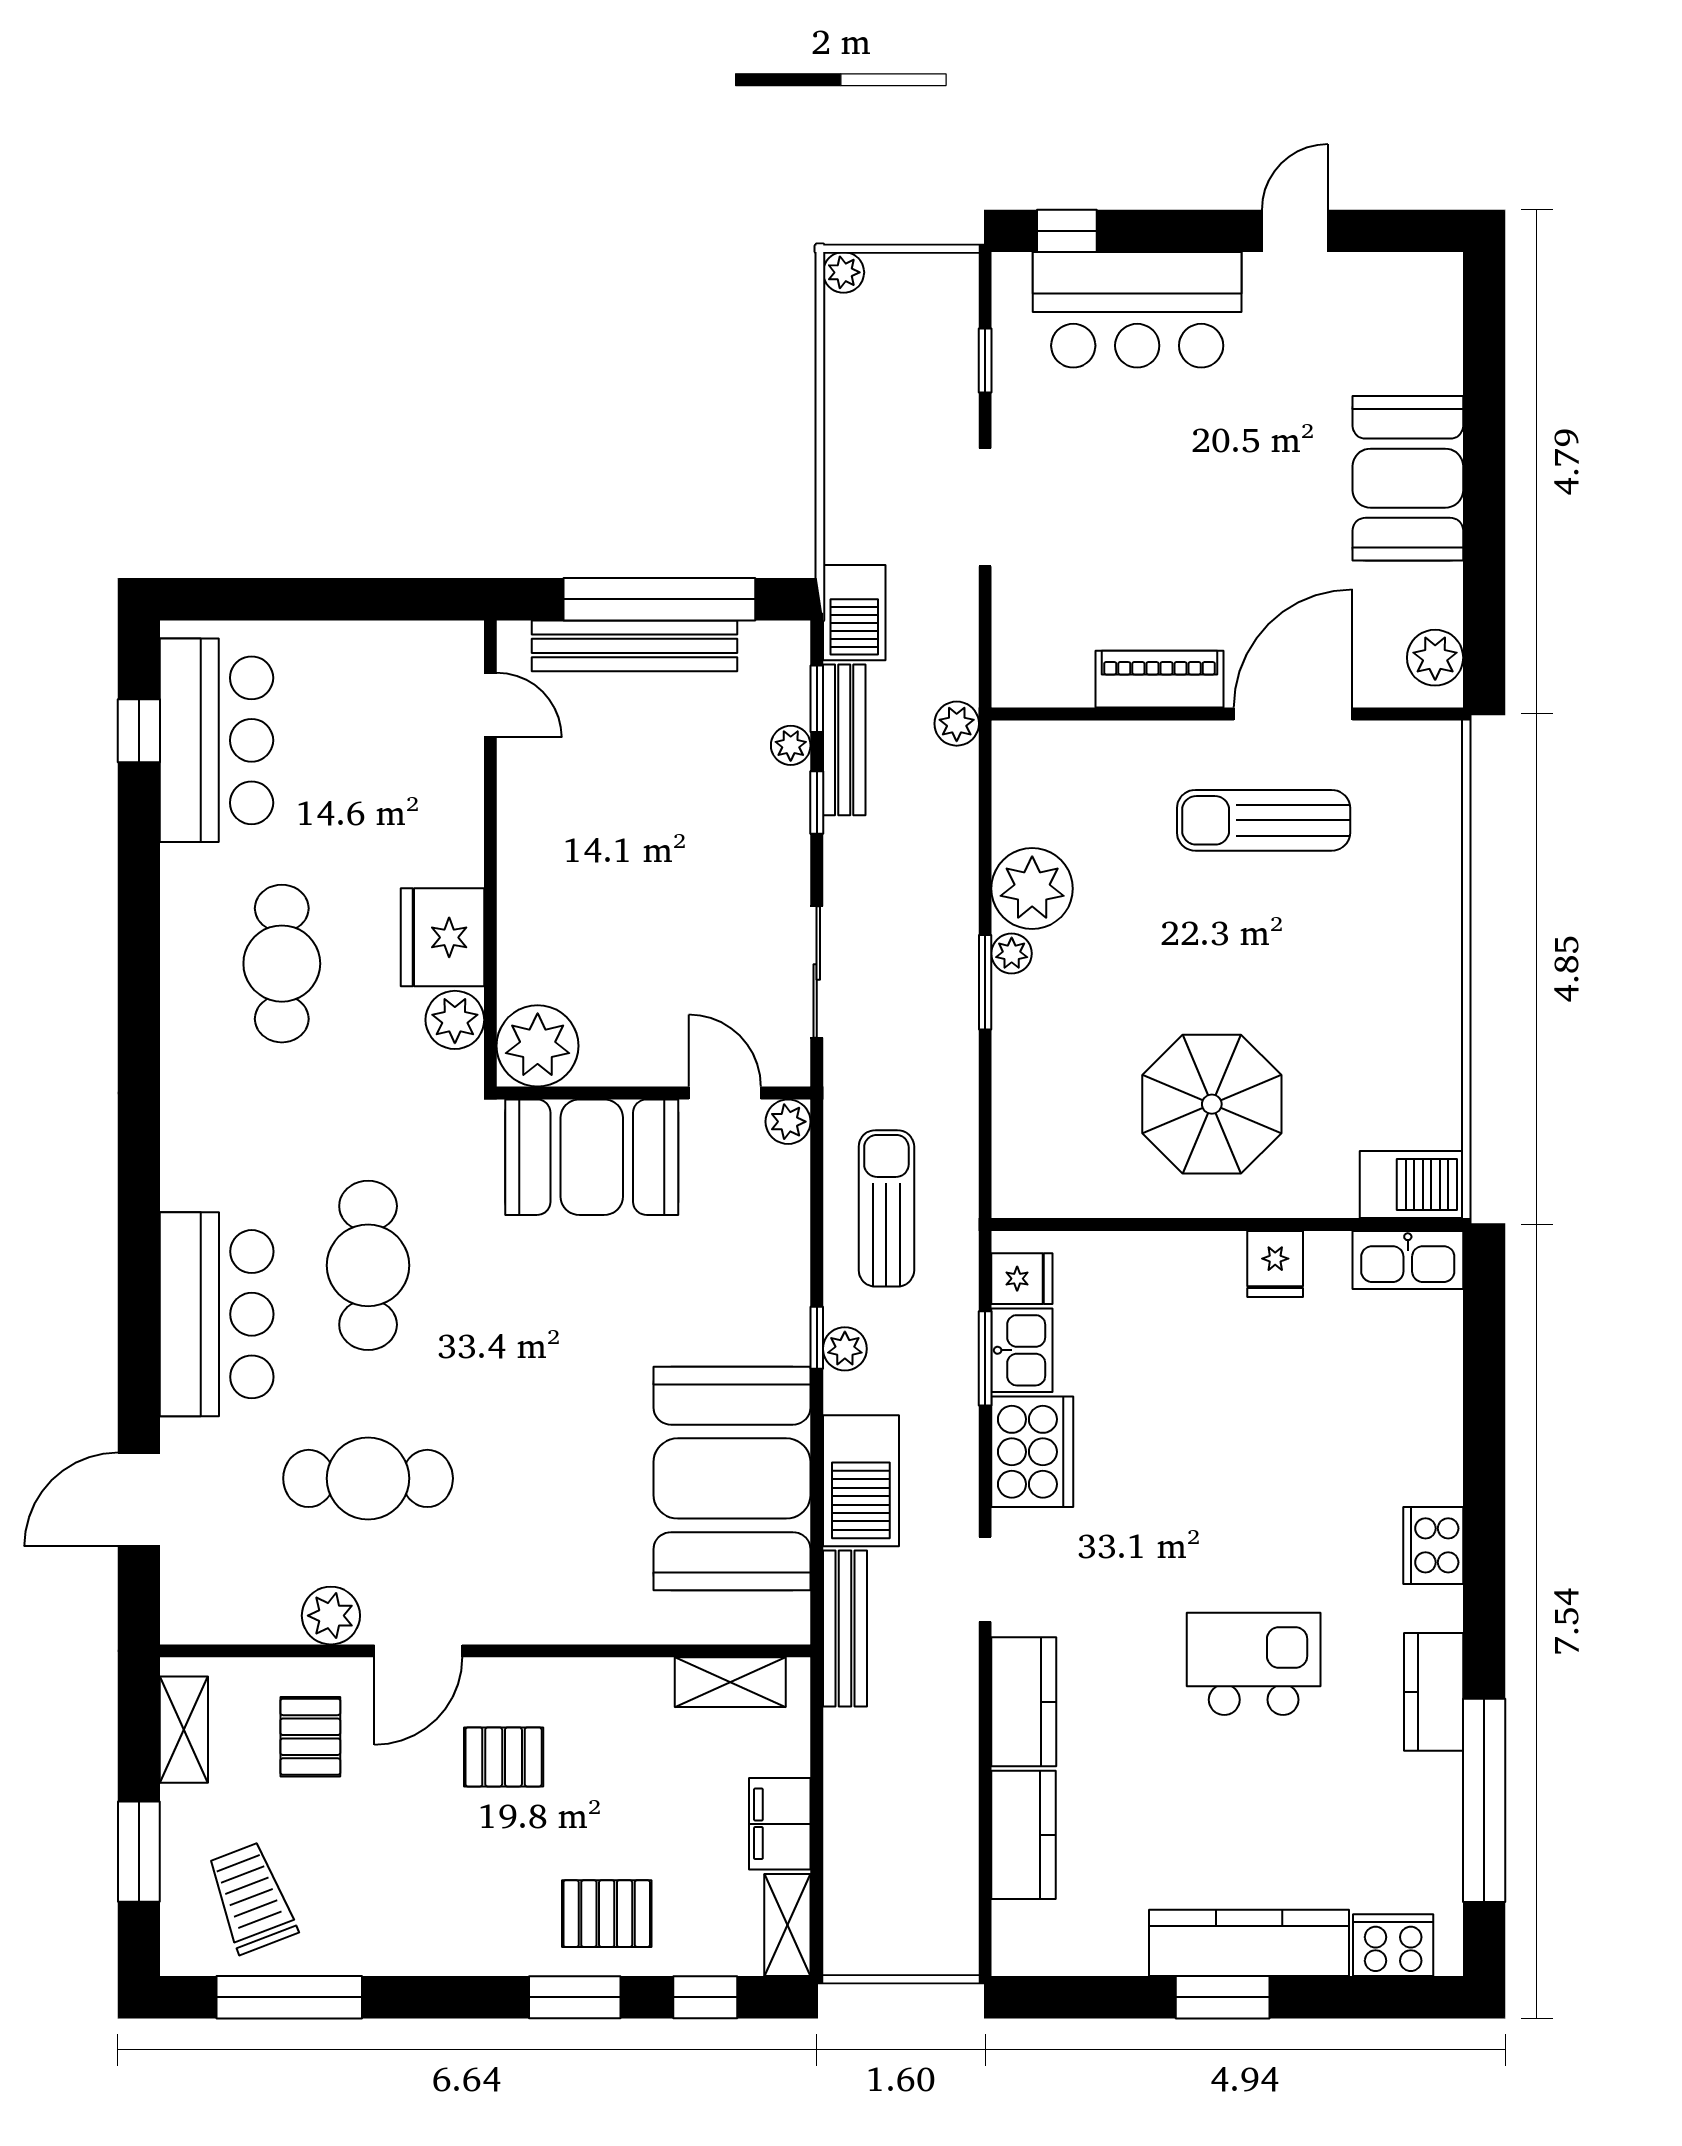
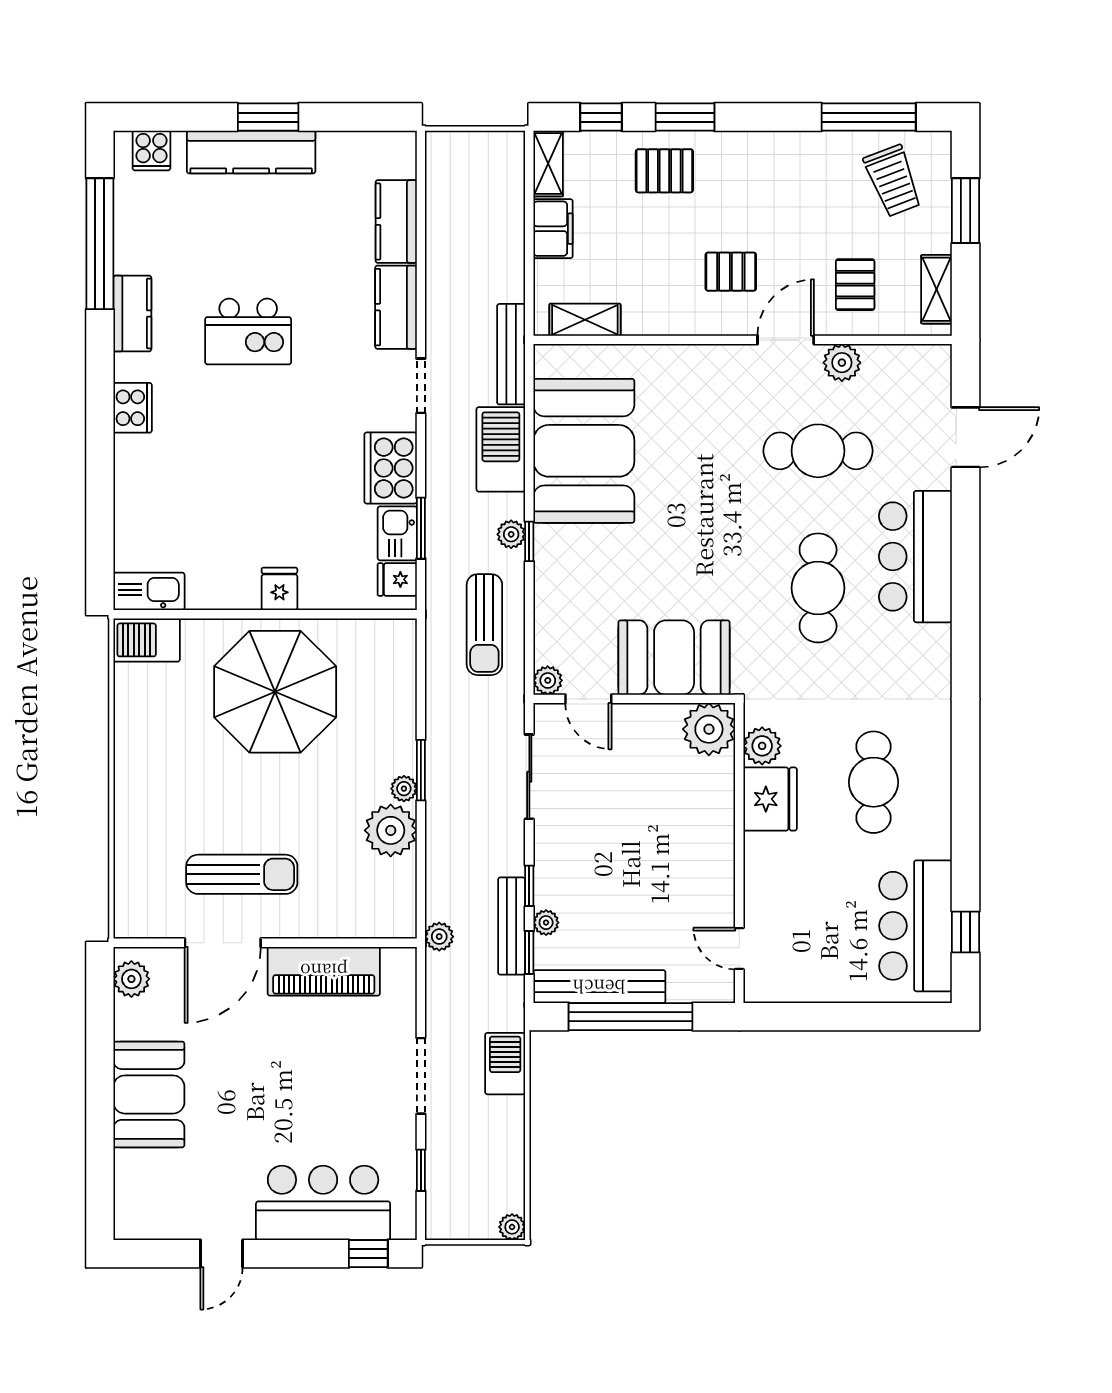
barbecue: (854, 613) -> (505, 1064), moved
bench: (634, 646) -> (599, 987), moved
piano: (1159, 679) -> (324, 971), width x1.37, depth x1.33
parasol: (1212, 1104) -> (275, 692), width x1.36, depth x1.36
fridge: (1275, 1264) -> (279, 589), moved
cooker: (1393, 1945) -> (152, 150), width x0.73

